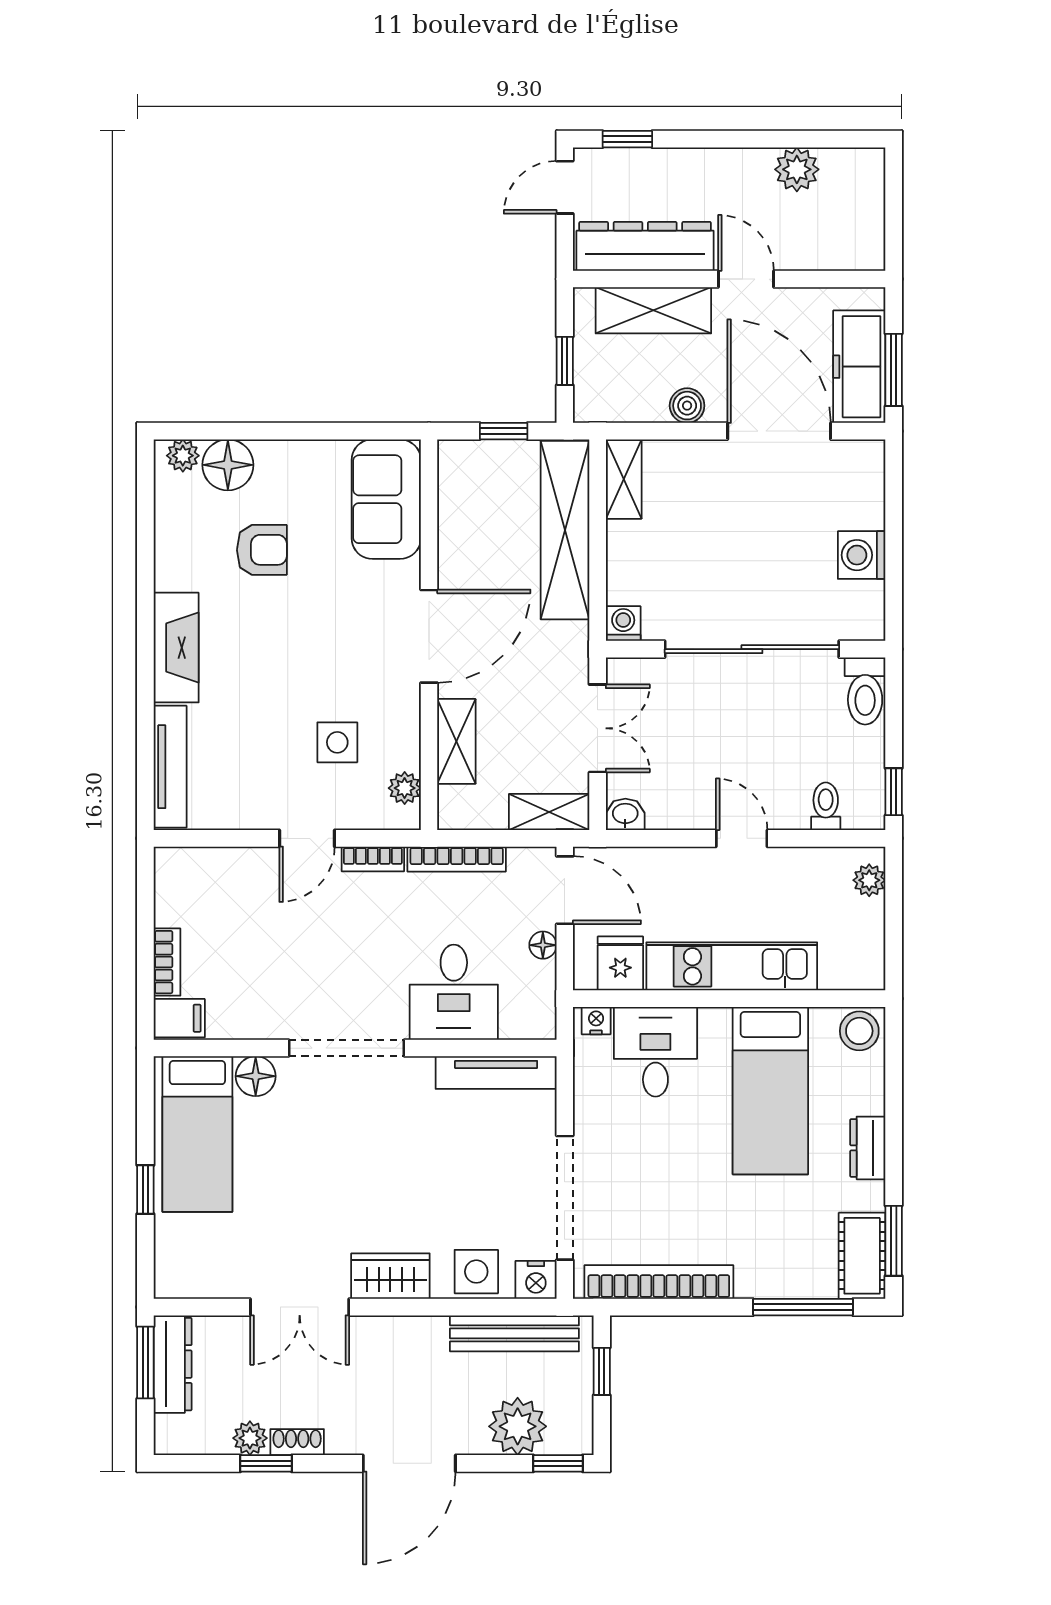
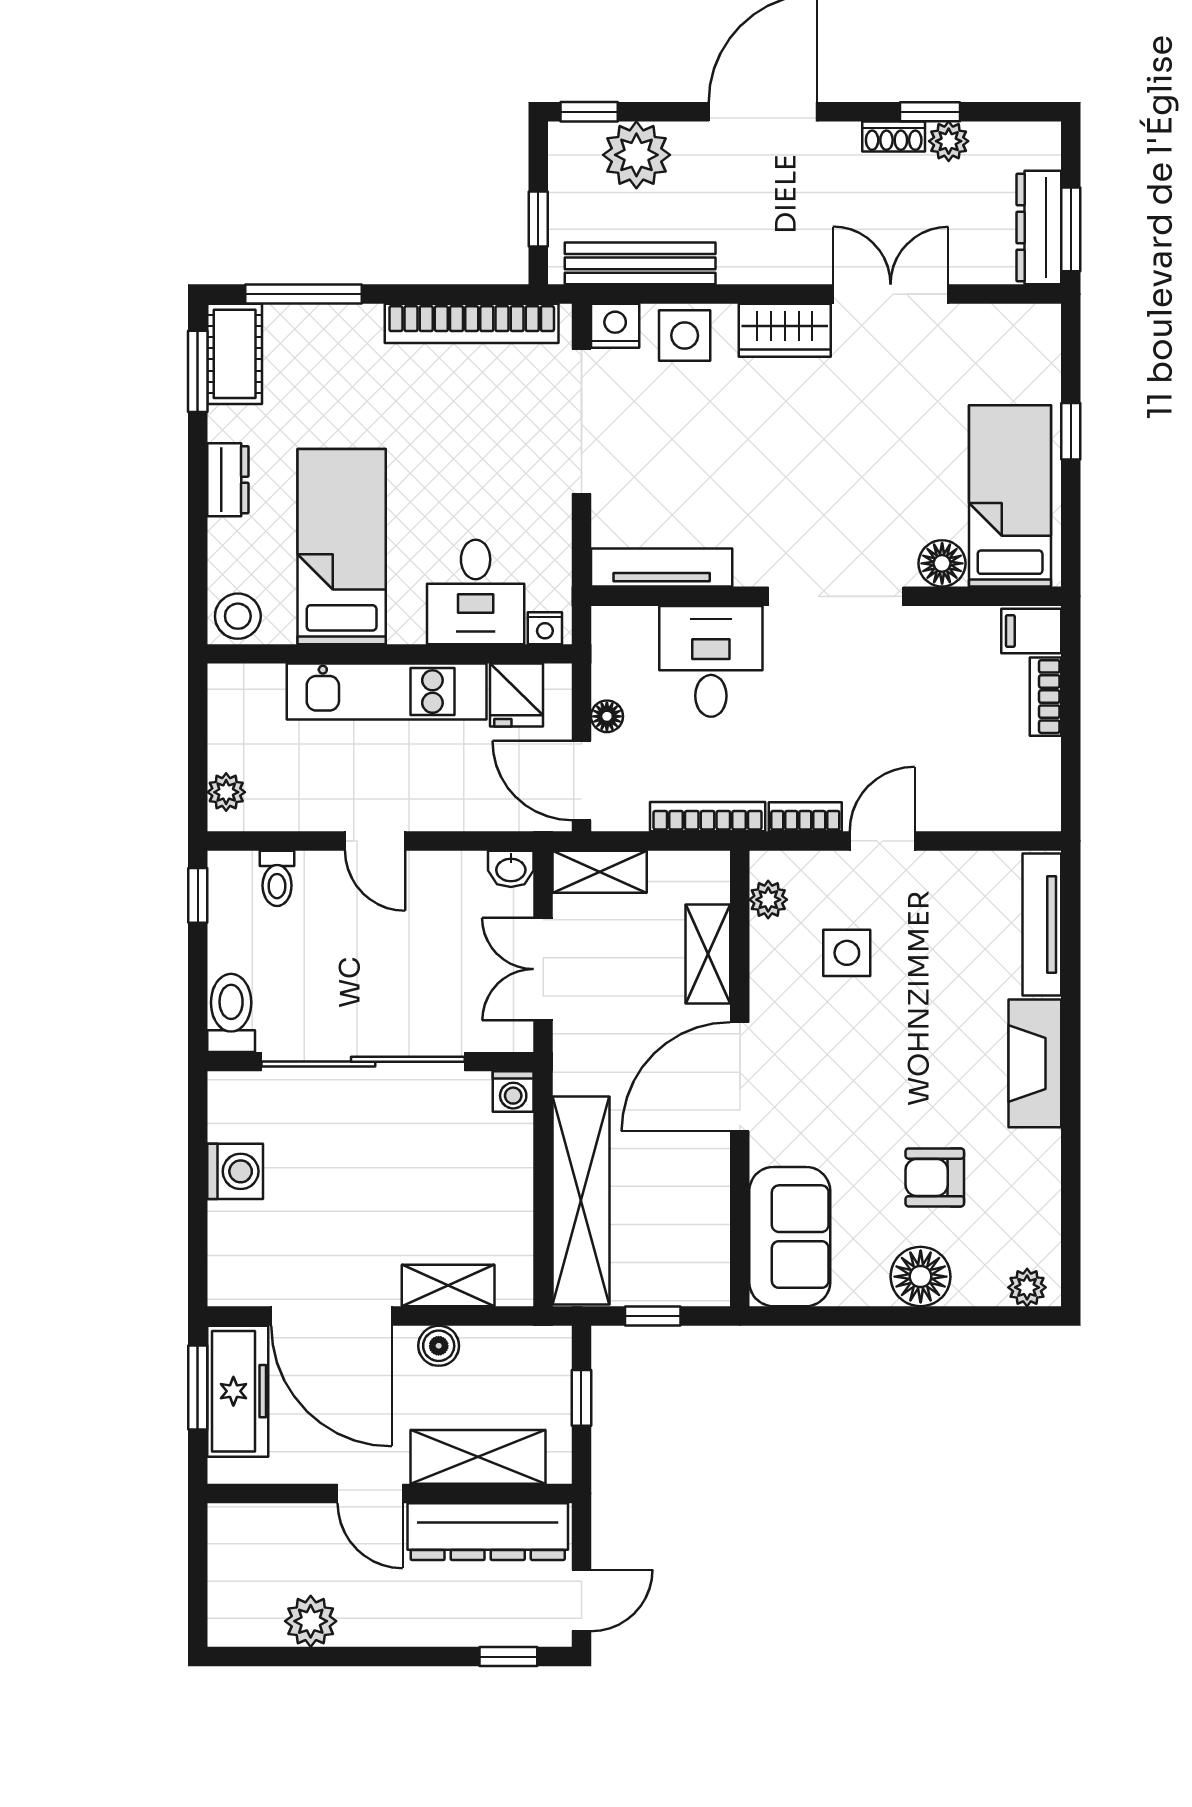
floor lamp: (228, 465) -> (921, 1277), moved
shelving: (624, 479) -> (448, 1285), moved, turned 90

